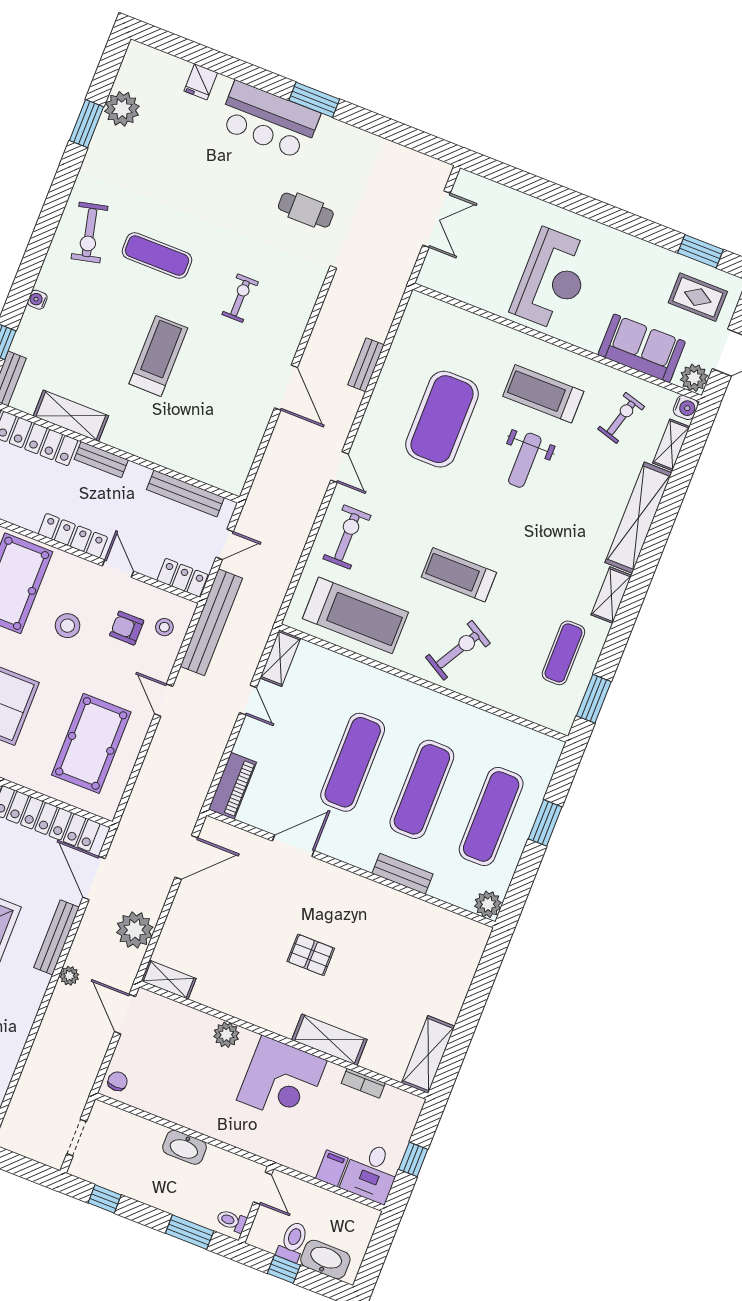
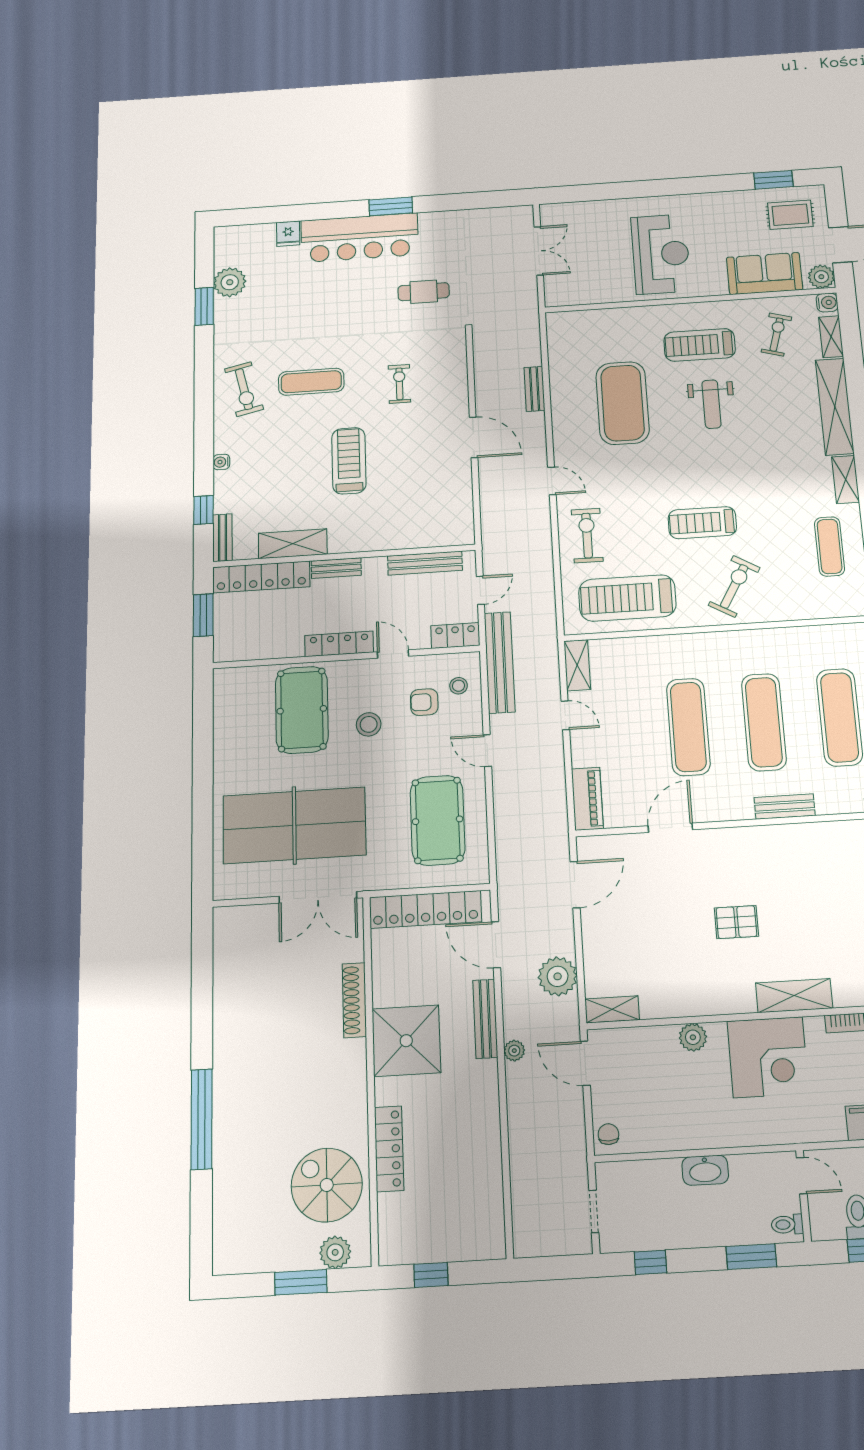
bar counter: (269, 120) -> (360, 238), width x1.36
treadmill: (355, 615) -> (627, 598), turned 180

